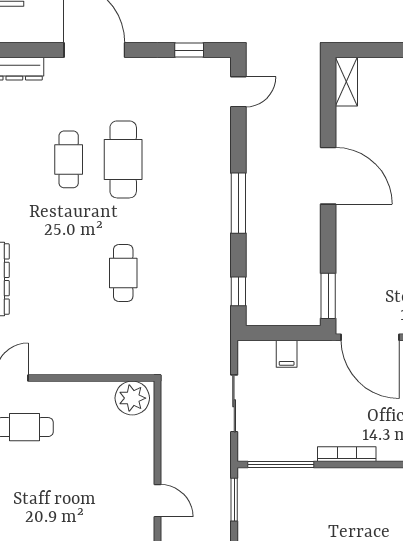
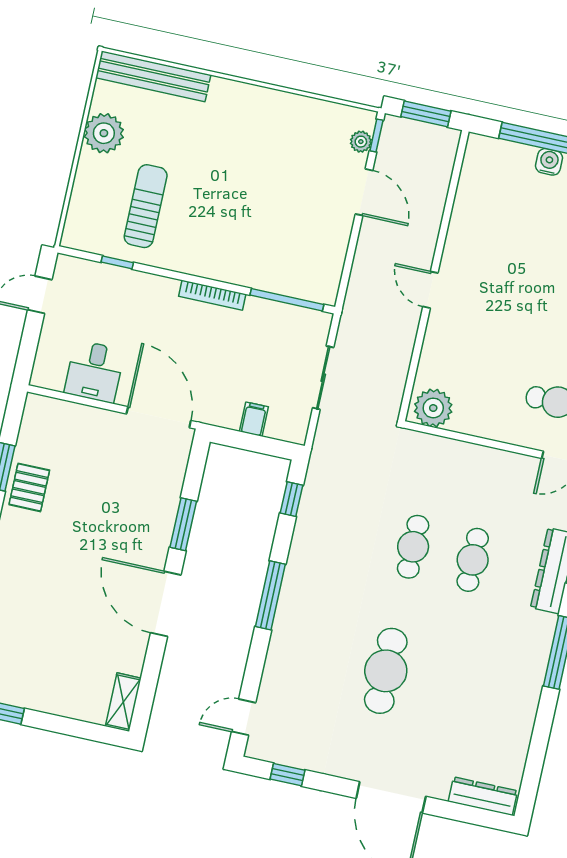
cafe table: (69, 159) -> (473, 560), moved
window: (328, 296) -> (183, 524), moved
window: (234, 500) -> (346, 272), removed

